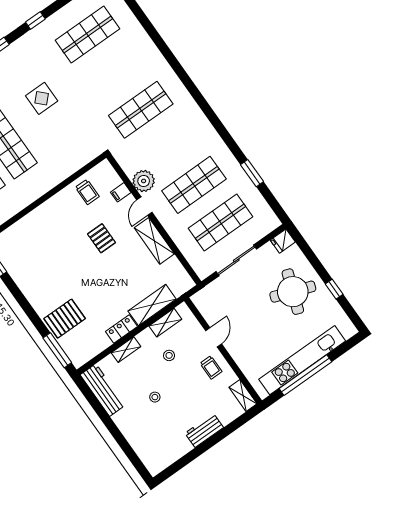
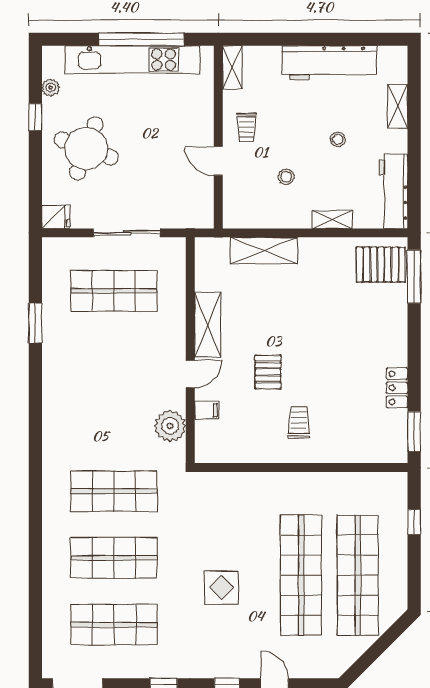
plant: (144, 181) -> (170, 426), moved
shop shelf: (194, 185) -> (114, 558), moved
trolley: (87, 192) -> (299, 422), moved
plant: (337, 312) -> (51, 88), added
pallet: (65, 319) -> (381, 265), moved
shelving: (165, 323) -> (398, 106), moved, turned 90
locker: (121, 329) -> (397, 388), moved, turned 90
door: (214, 337) -> (218, 161), hinge flipped
trolley: (211, 367) -> (247, 127), turned 180
workbench: (204, 430) -> (329, 63), width x1.88, depth x1.32

